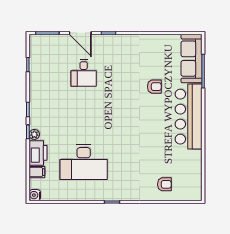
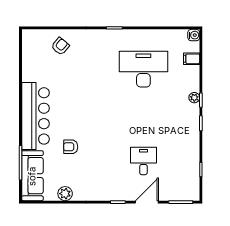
door: (80, 33) -> (147, 202), hinge flipped
plant: (160, 41) -> (65, 194), added
printer: (38, 153) -> (190, 79), removed
armchair: (164, 184) -> (60, 46), turned 130

